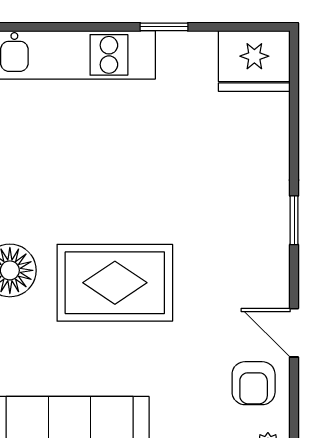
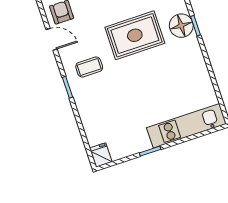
fridge: (254, 61) -> (101, 155), width x0.53, depth x0.75
coffee table: (234, 248) -> (89, 67), added

